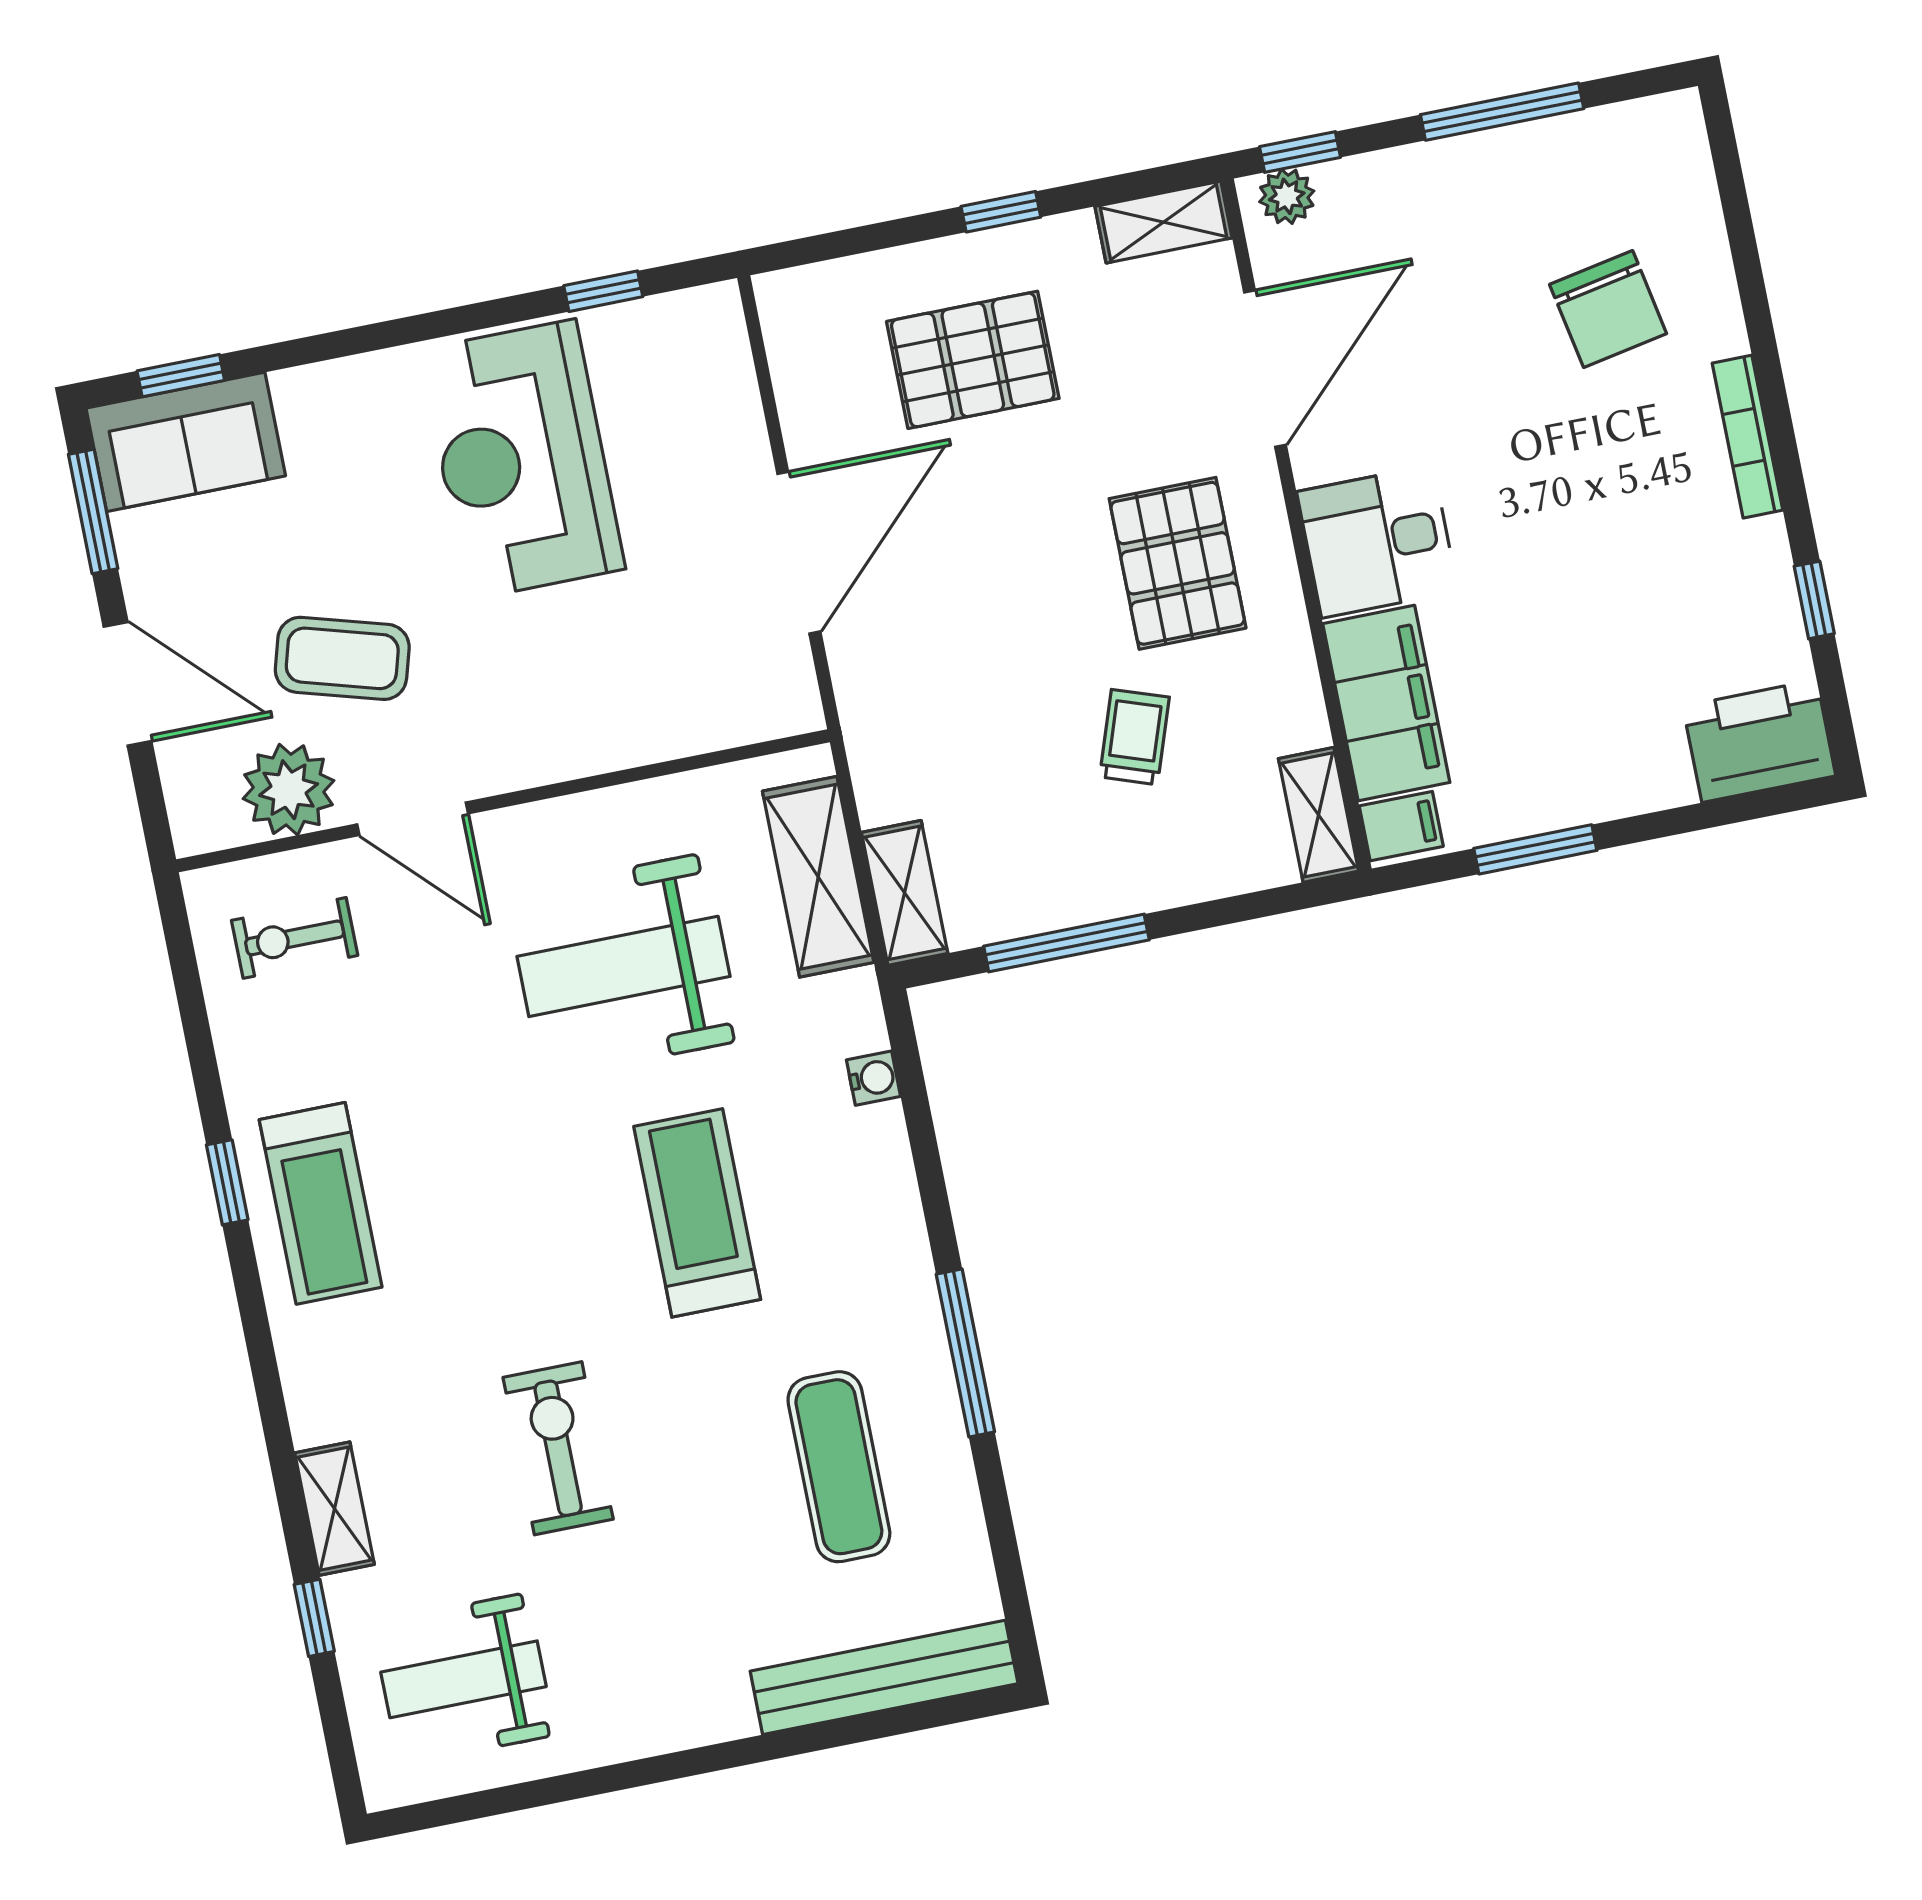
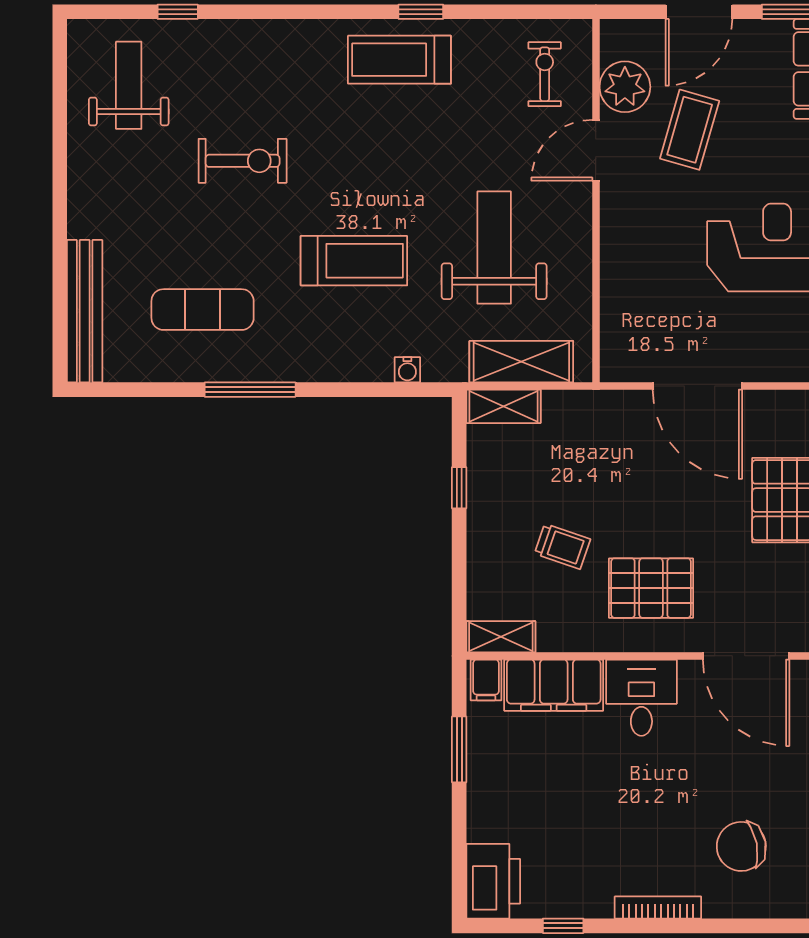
window: (1066, 943) -> (459, 488), width x0.46
shelving: (334, 1509) -> (234, 34), removed

